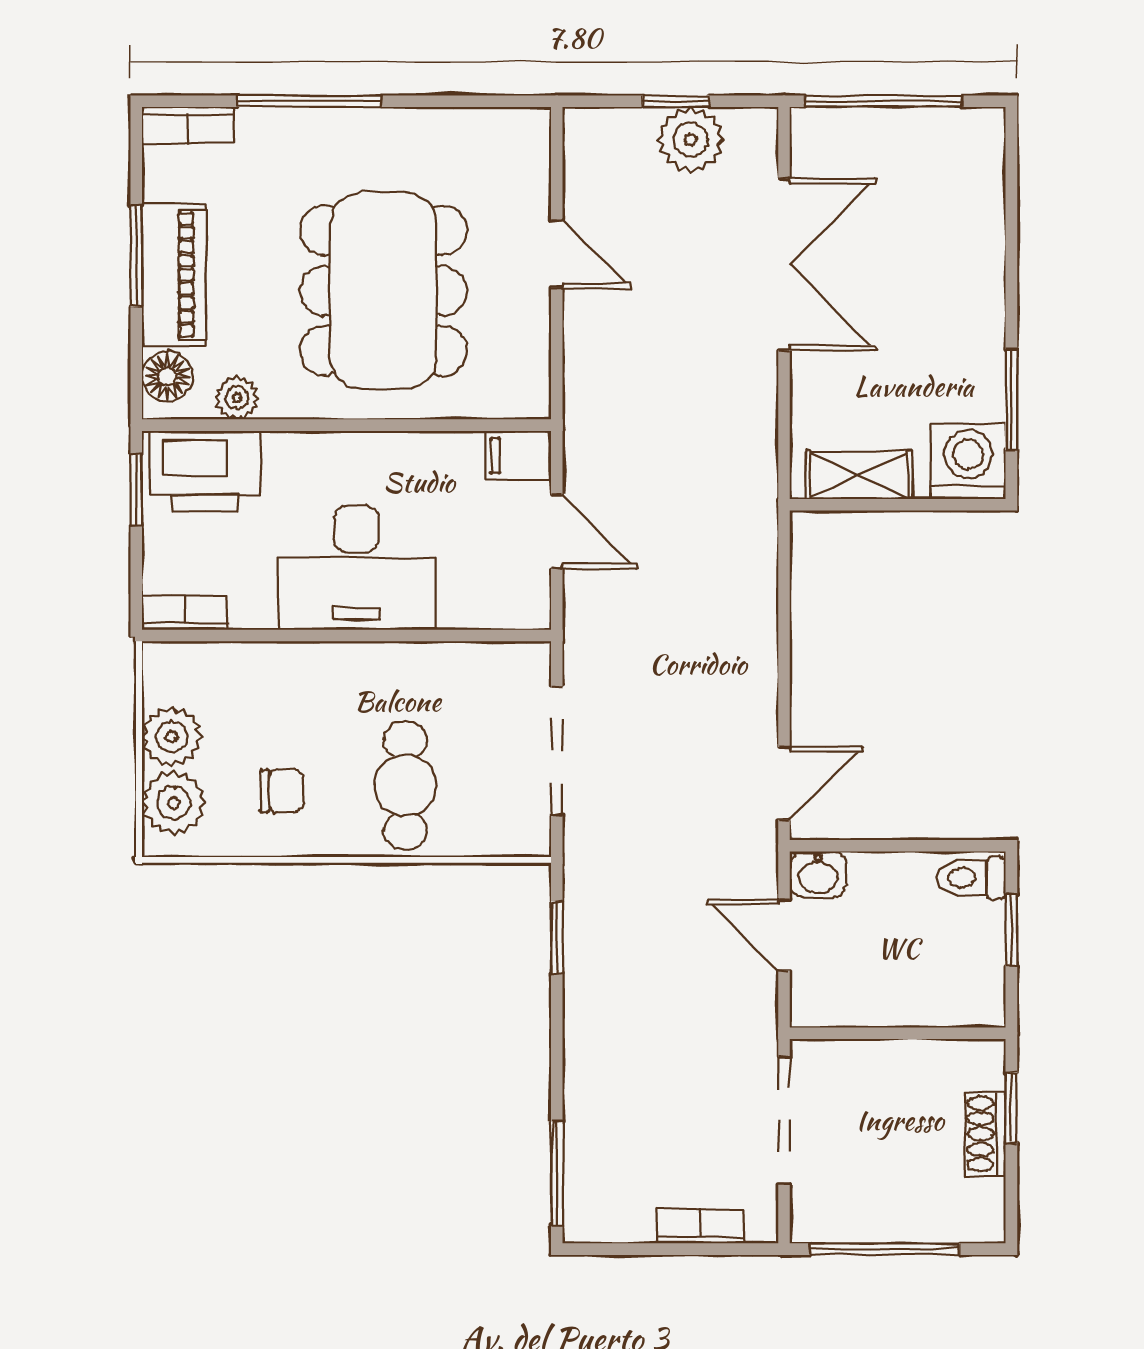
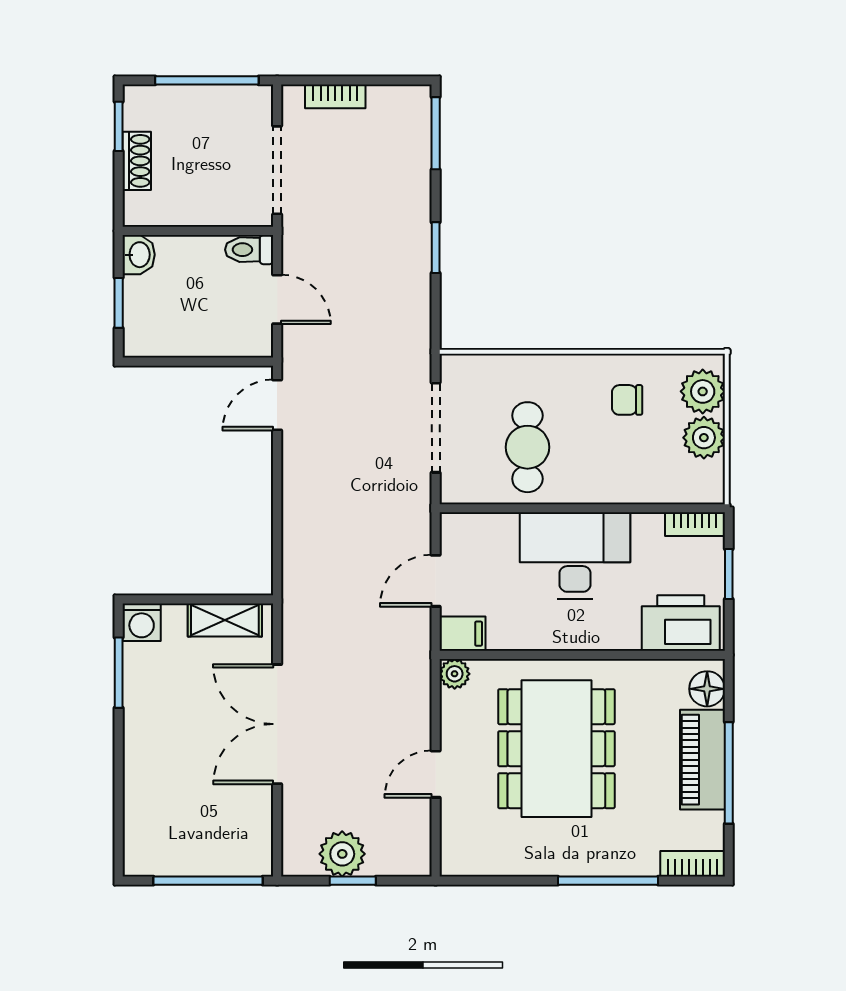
door: (557, 254) -> (436, 774), hinge flipped
window: (136, 256) -> (729, 773), width x1.44
double door: (784, 265) -> (277, 724), moved
plant: (237, 398) -> (455, 674), moved
washing machine: (968, 462) -> (142, 622), width x0.73, depth x0.73
window: (136, 490) -> (729, 574), moved
door: (557, 531) -> (436, 581), hinge flipped
cafe table: (405, 785) -> (527, 447), moved
washbasin: (818, 874) -> (139, 255), moved, turned 90
toilet: (971, 878) -> (249, 250), moved, turned 180
window: (557, 937) -> (436, 248), moved
window: (1011, 1108) -> (119, 126), moved

